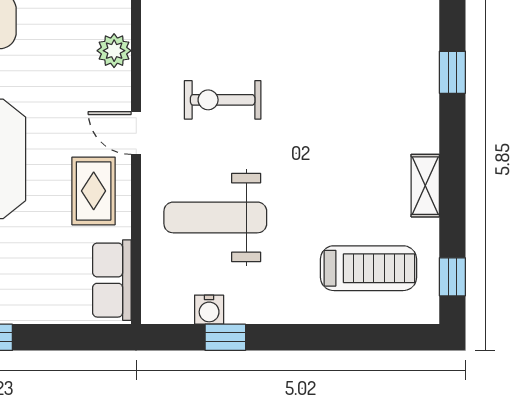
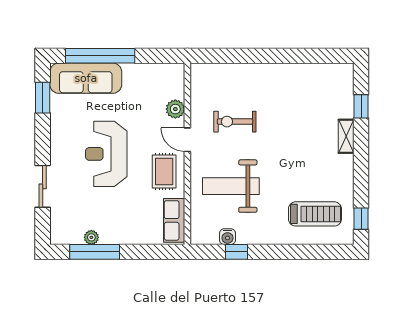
plant: (114, 51) -> (175, 109), moved
shelving: (425, 186) -> (346, 136), moved

